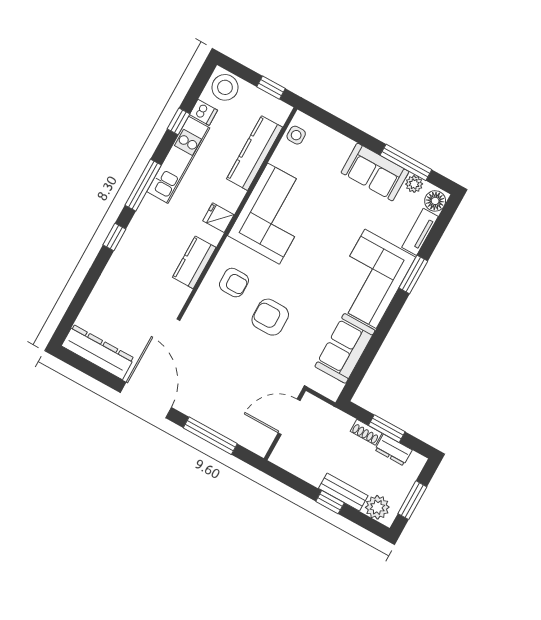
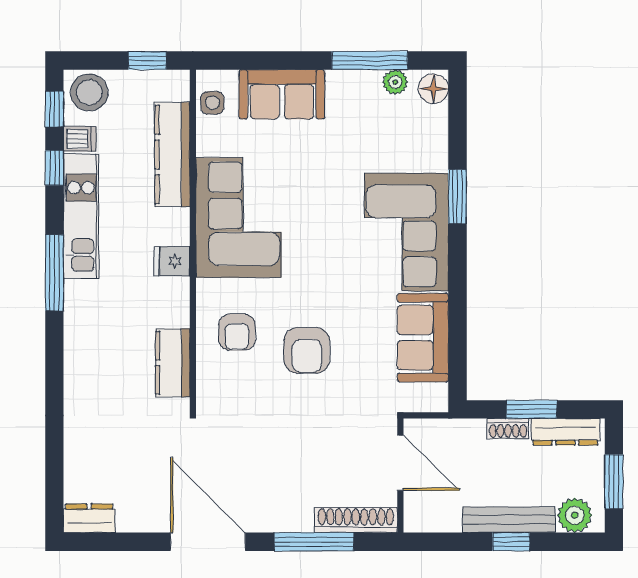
sofa: (375, 172) -> (282, 94), moved
tv unit: (420, 232) -> (436, 138), removed
window: (114, 237) -> (54, 109), moved
kitchen counter: (194, 262) -> (173, 363), moved
armchair: (234, 283) -> (237, 332), turned 90
armchair: (270, 317) -> (307, 350), turned -90
dresser: (98, 352) -> (89, 518), width x0.51, depth x0.80
door: (289, 417) -> (400, 463), swing flipped
shoe rack: (243, 436) -> (356, 520), added
dresser: (393, 450) -> (565, 432), width x1.44
bench: (343, 492) -> (509, 520), width x1.36

